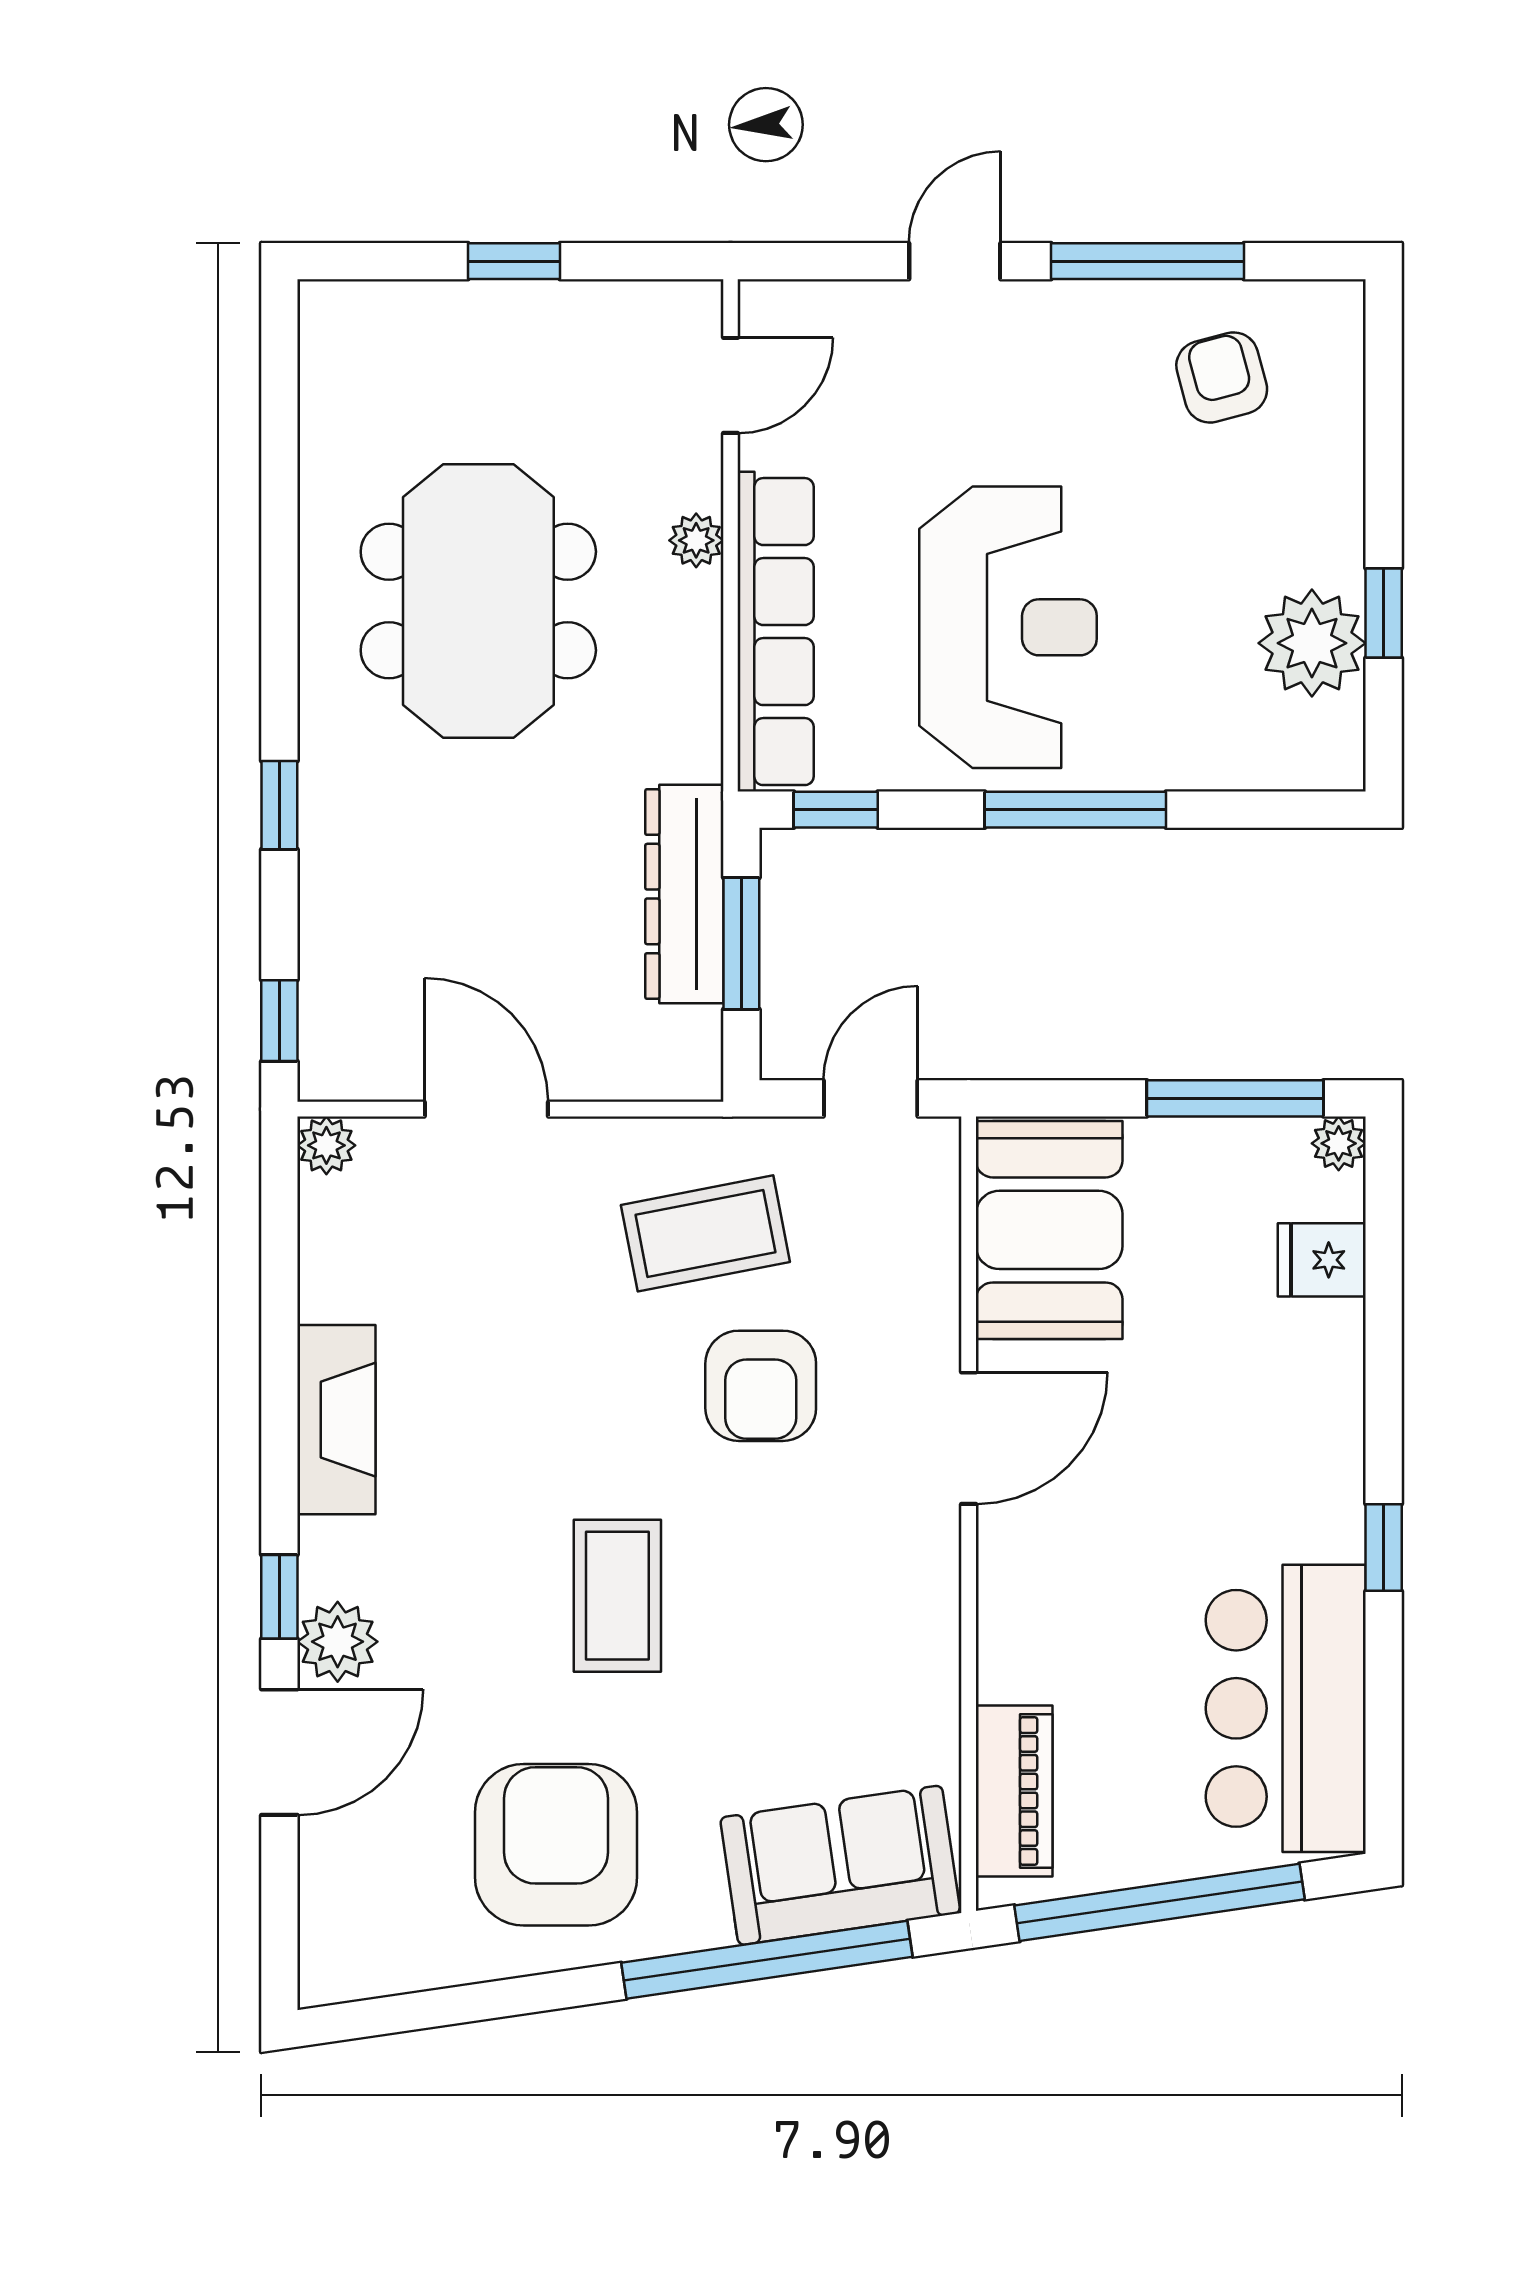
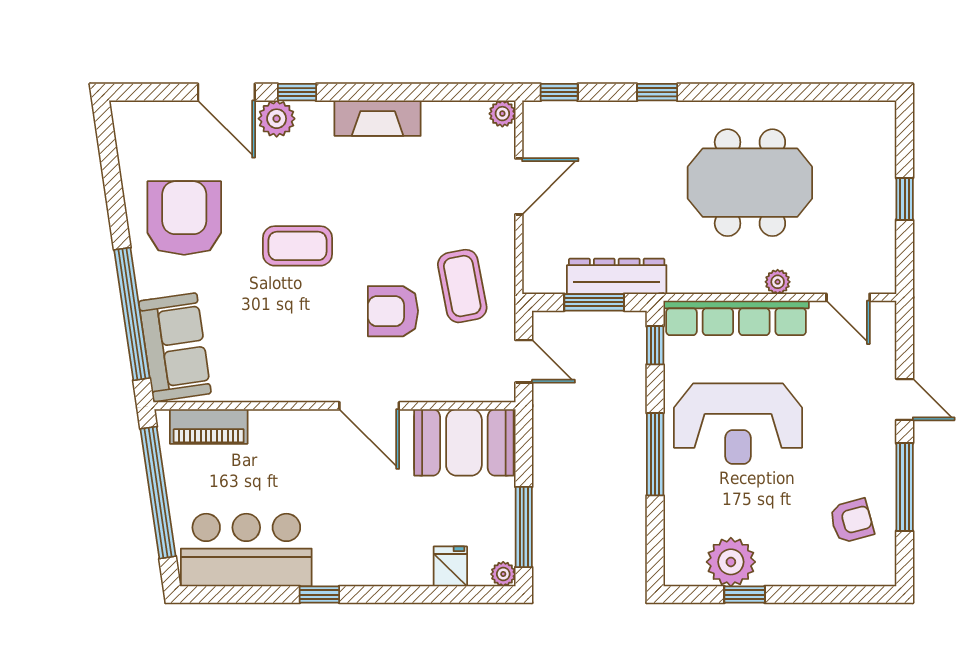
armchair: (556, 1845) -> (184, 218), turned -90

